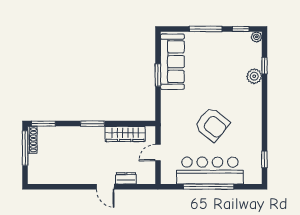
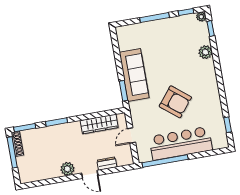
sofa: (172, 62) -> (134, 75), moved
window: (264, 66) -> (211, 29), moved
window: (158, 75) -> (124, 91), moved
window: (92, 124) -> (57, 122), moved
plant: (82, 177) -> (67, 169), added
window: (209, 187) -> (165, 161), moved

